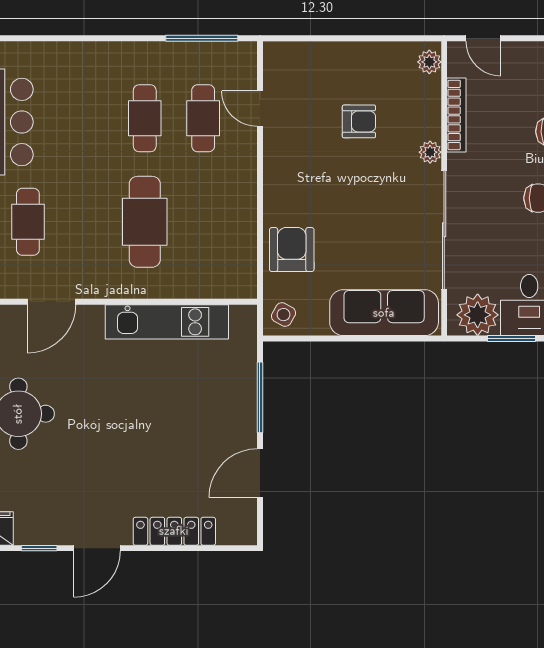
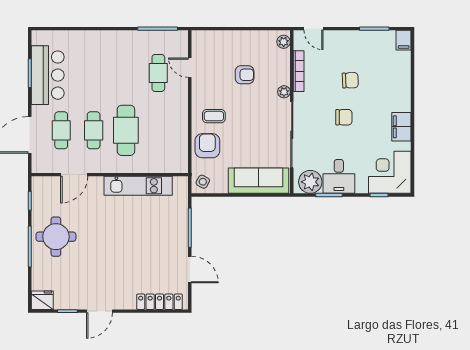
cafe table: (145, 118) -> (94, 130), moved
coffee table: (304, 196) -> (214, 116), added
door: (260, 473) -> (190, 270), swing flipped
locker: (174, 531) -> (159, 302), moved

